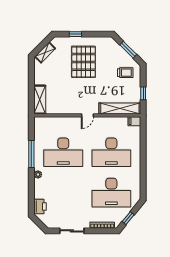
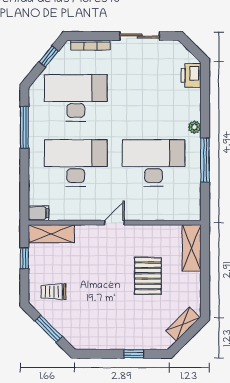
pallet: (84, 62) -> (148, 276), moved, width x0.73, depth x0.71
shelving: (120, 108) -> (51, 234), width x0.68
window: (143, 174) -> (24, 127), added

